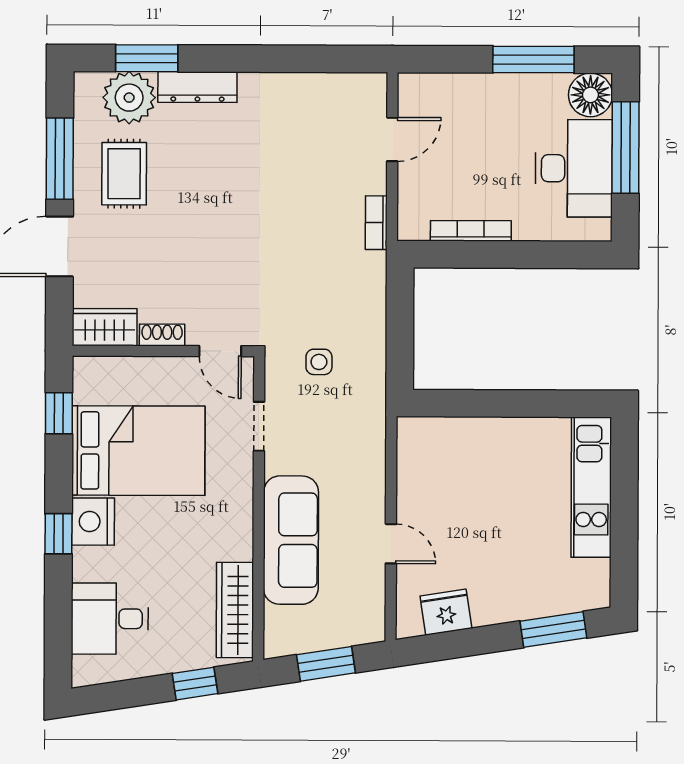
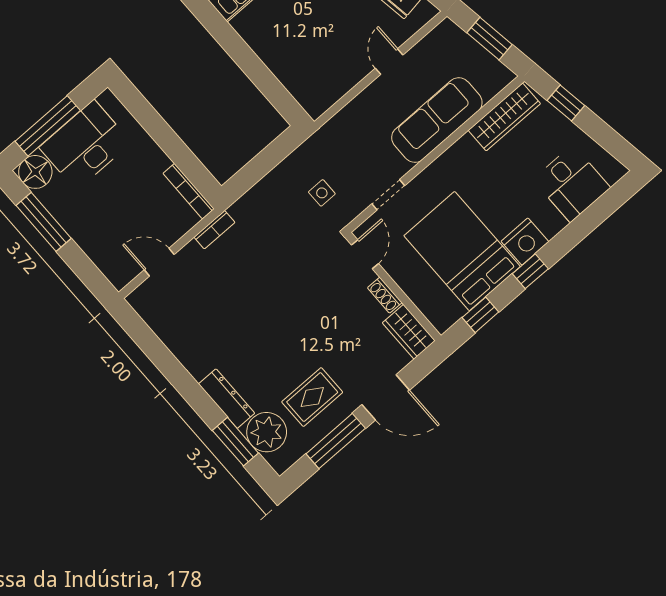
bookcase: (471, 231) -> (189, 191), moved
window: (58, 534) -> (530, 271), moved

